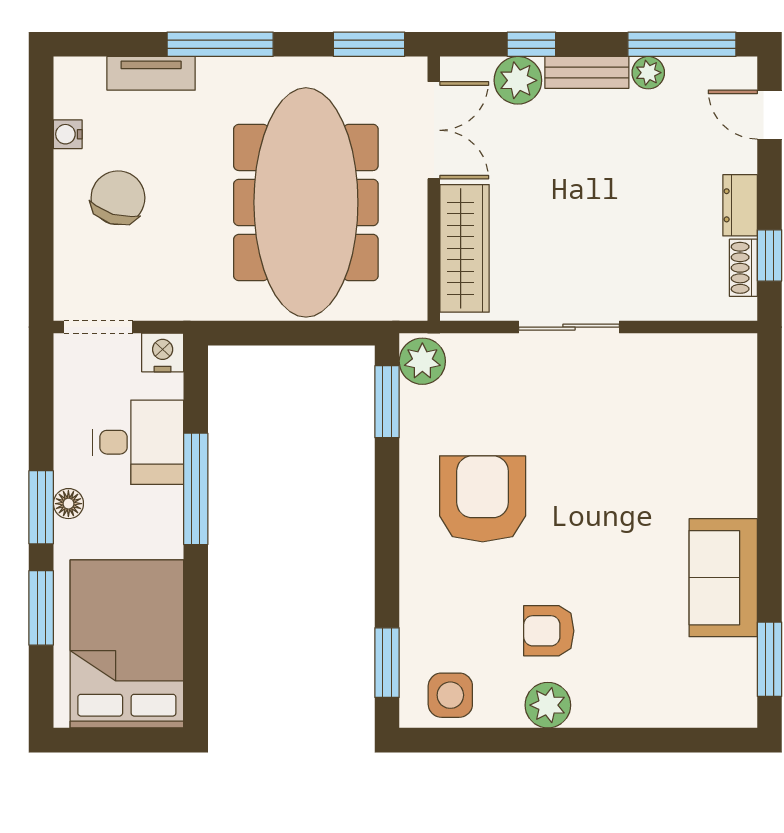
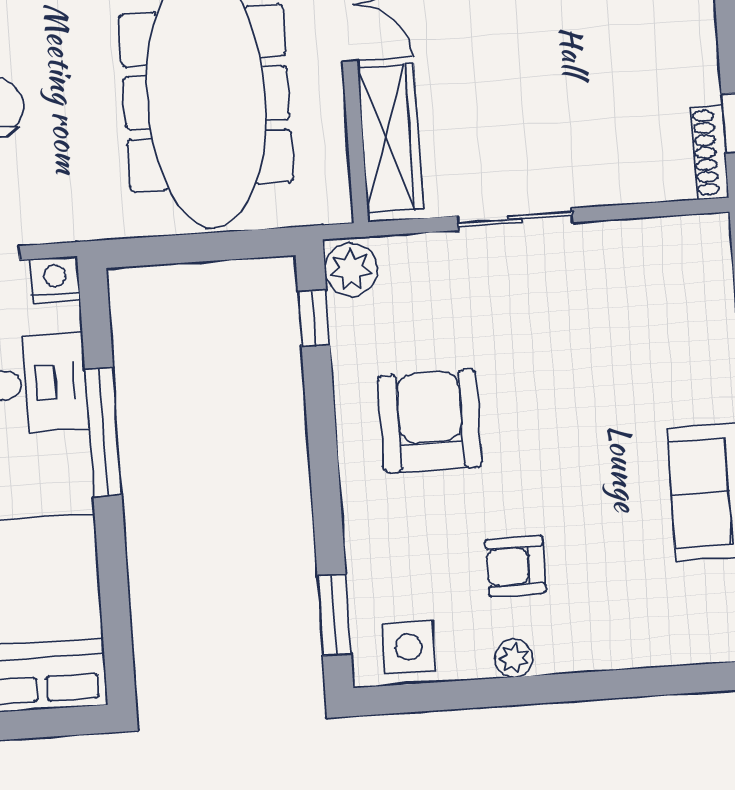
dresser: (740, 205) -> (700, 67), removed
shoe rack: (743, 268) -> (710, 152), width x1.43
window: (387, 402) -> (314, 318), width x0.67
plant: (548, 705) -> (514, 658), width x0.73, depth x0.73

